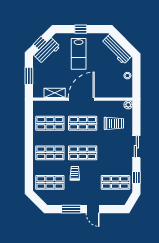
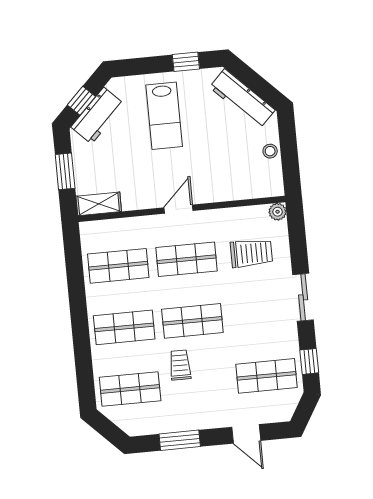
window: (81, 29) -> (186, 62), moved
shelving: (55, 93) -> (99, 204), moved
door: (81, 99) -> (179, 209), width x0.53
door: (93, 209) -> (246, 434), moved

